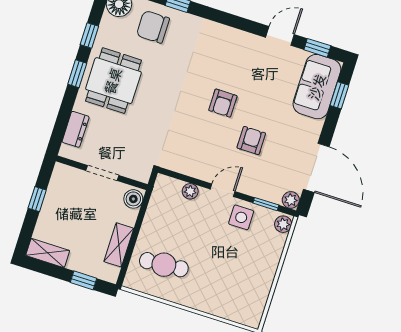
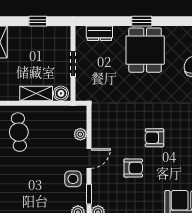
window: (89, 35) -> (173, 21), removed
dining table: (113, 81) -> (145, 50), turned 90
door: (223, 190) -> (89, 158), hinge flipped
shelving: (119, 245) -> (36, 93), moved

